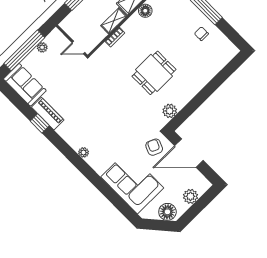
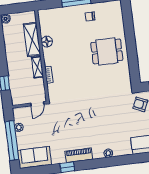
dining table: (154, 73) -> (107, 51), moved, turned 90
plant: (170, 111) -> (124, 76), removed
piano: (48, 114) -> (79, 155), moved

